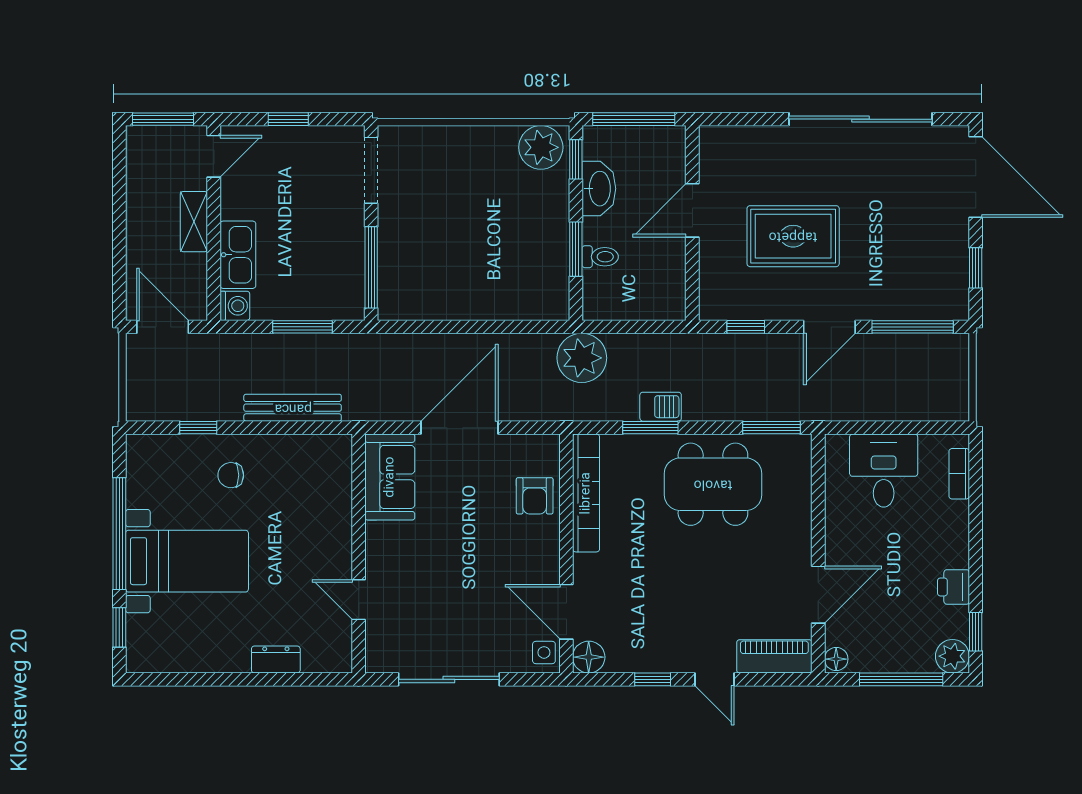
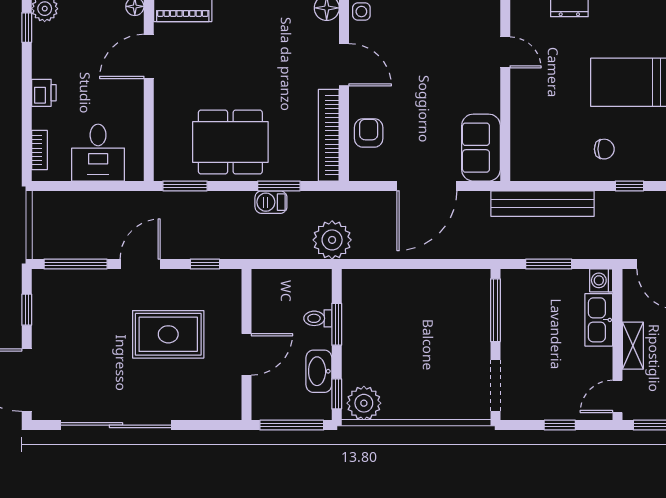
bench: (293, 408) -> (542, 204), width x1.37, depth x1.21
printer: (953, 587) -> (44, 93), moved
door: (566, 612) -> (344, 65), moved

